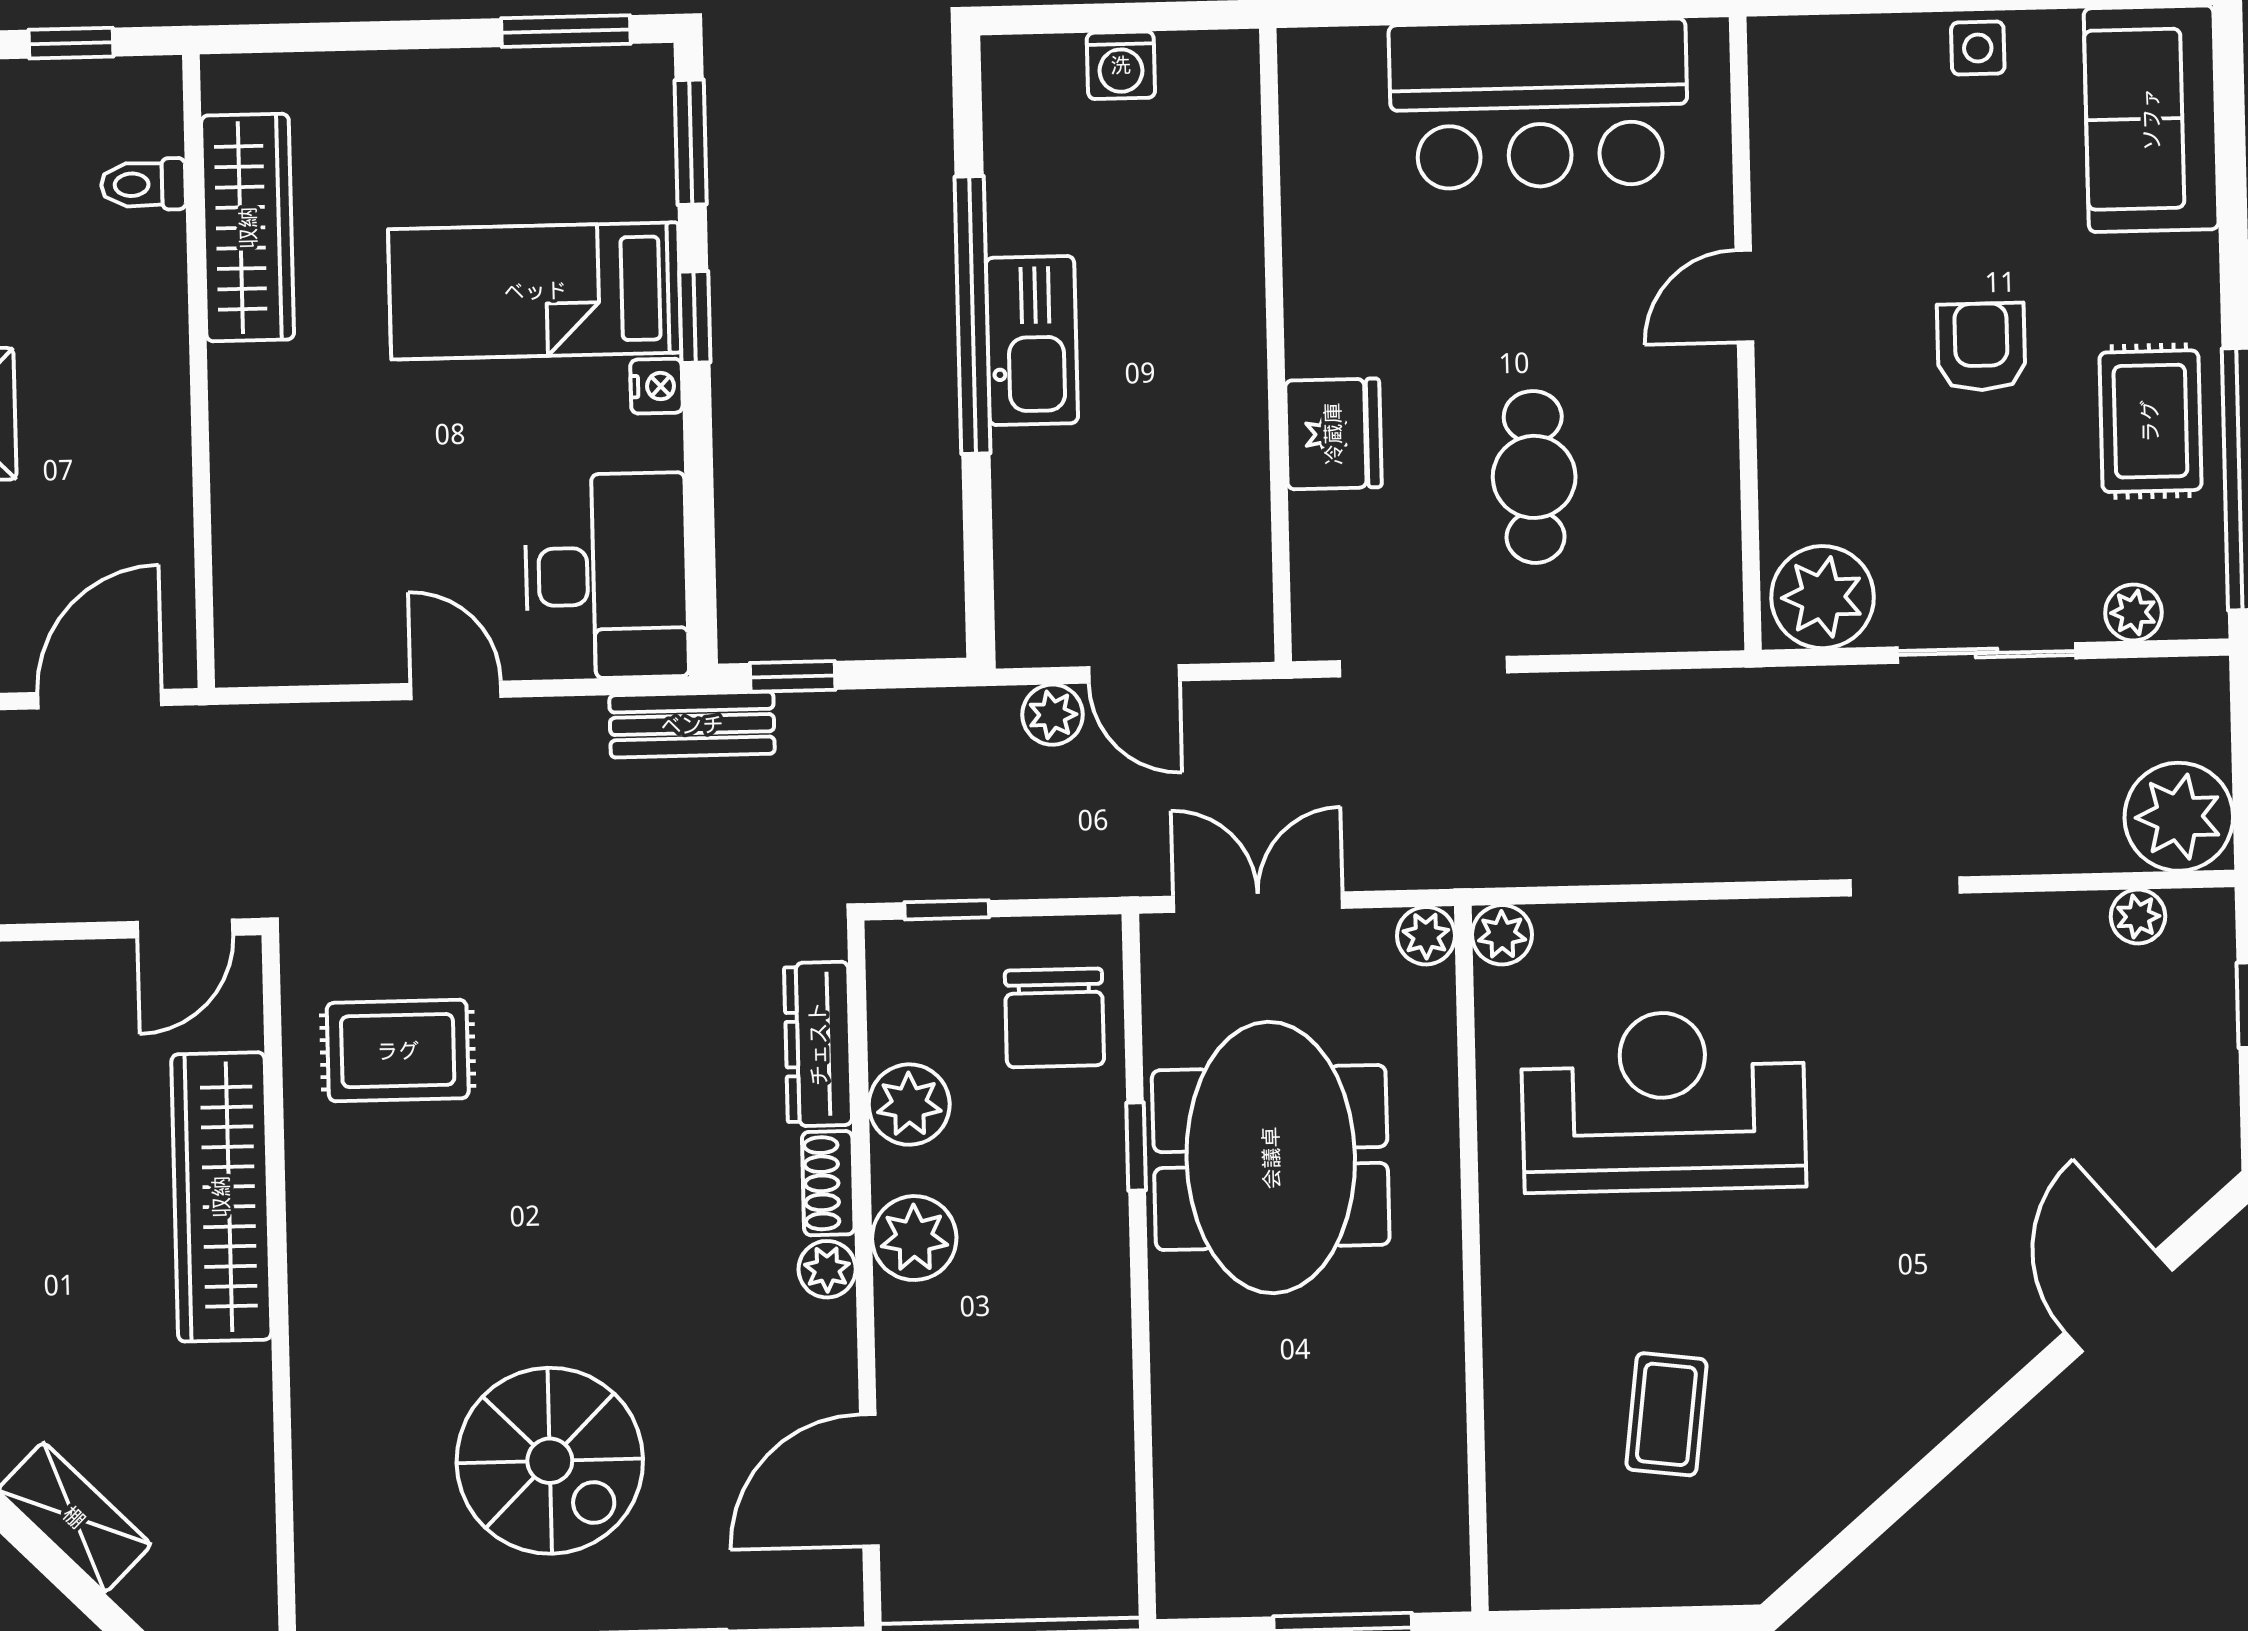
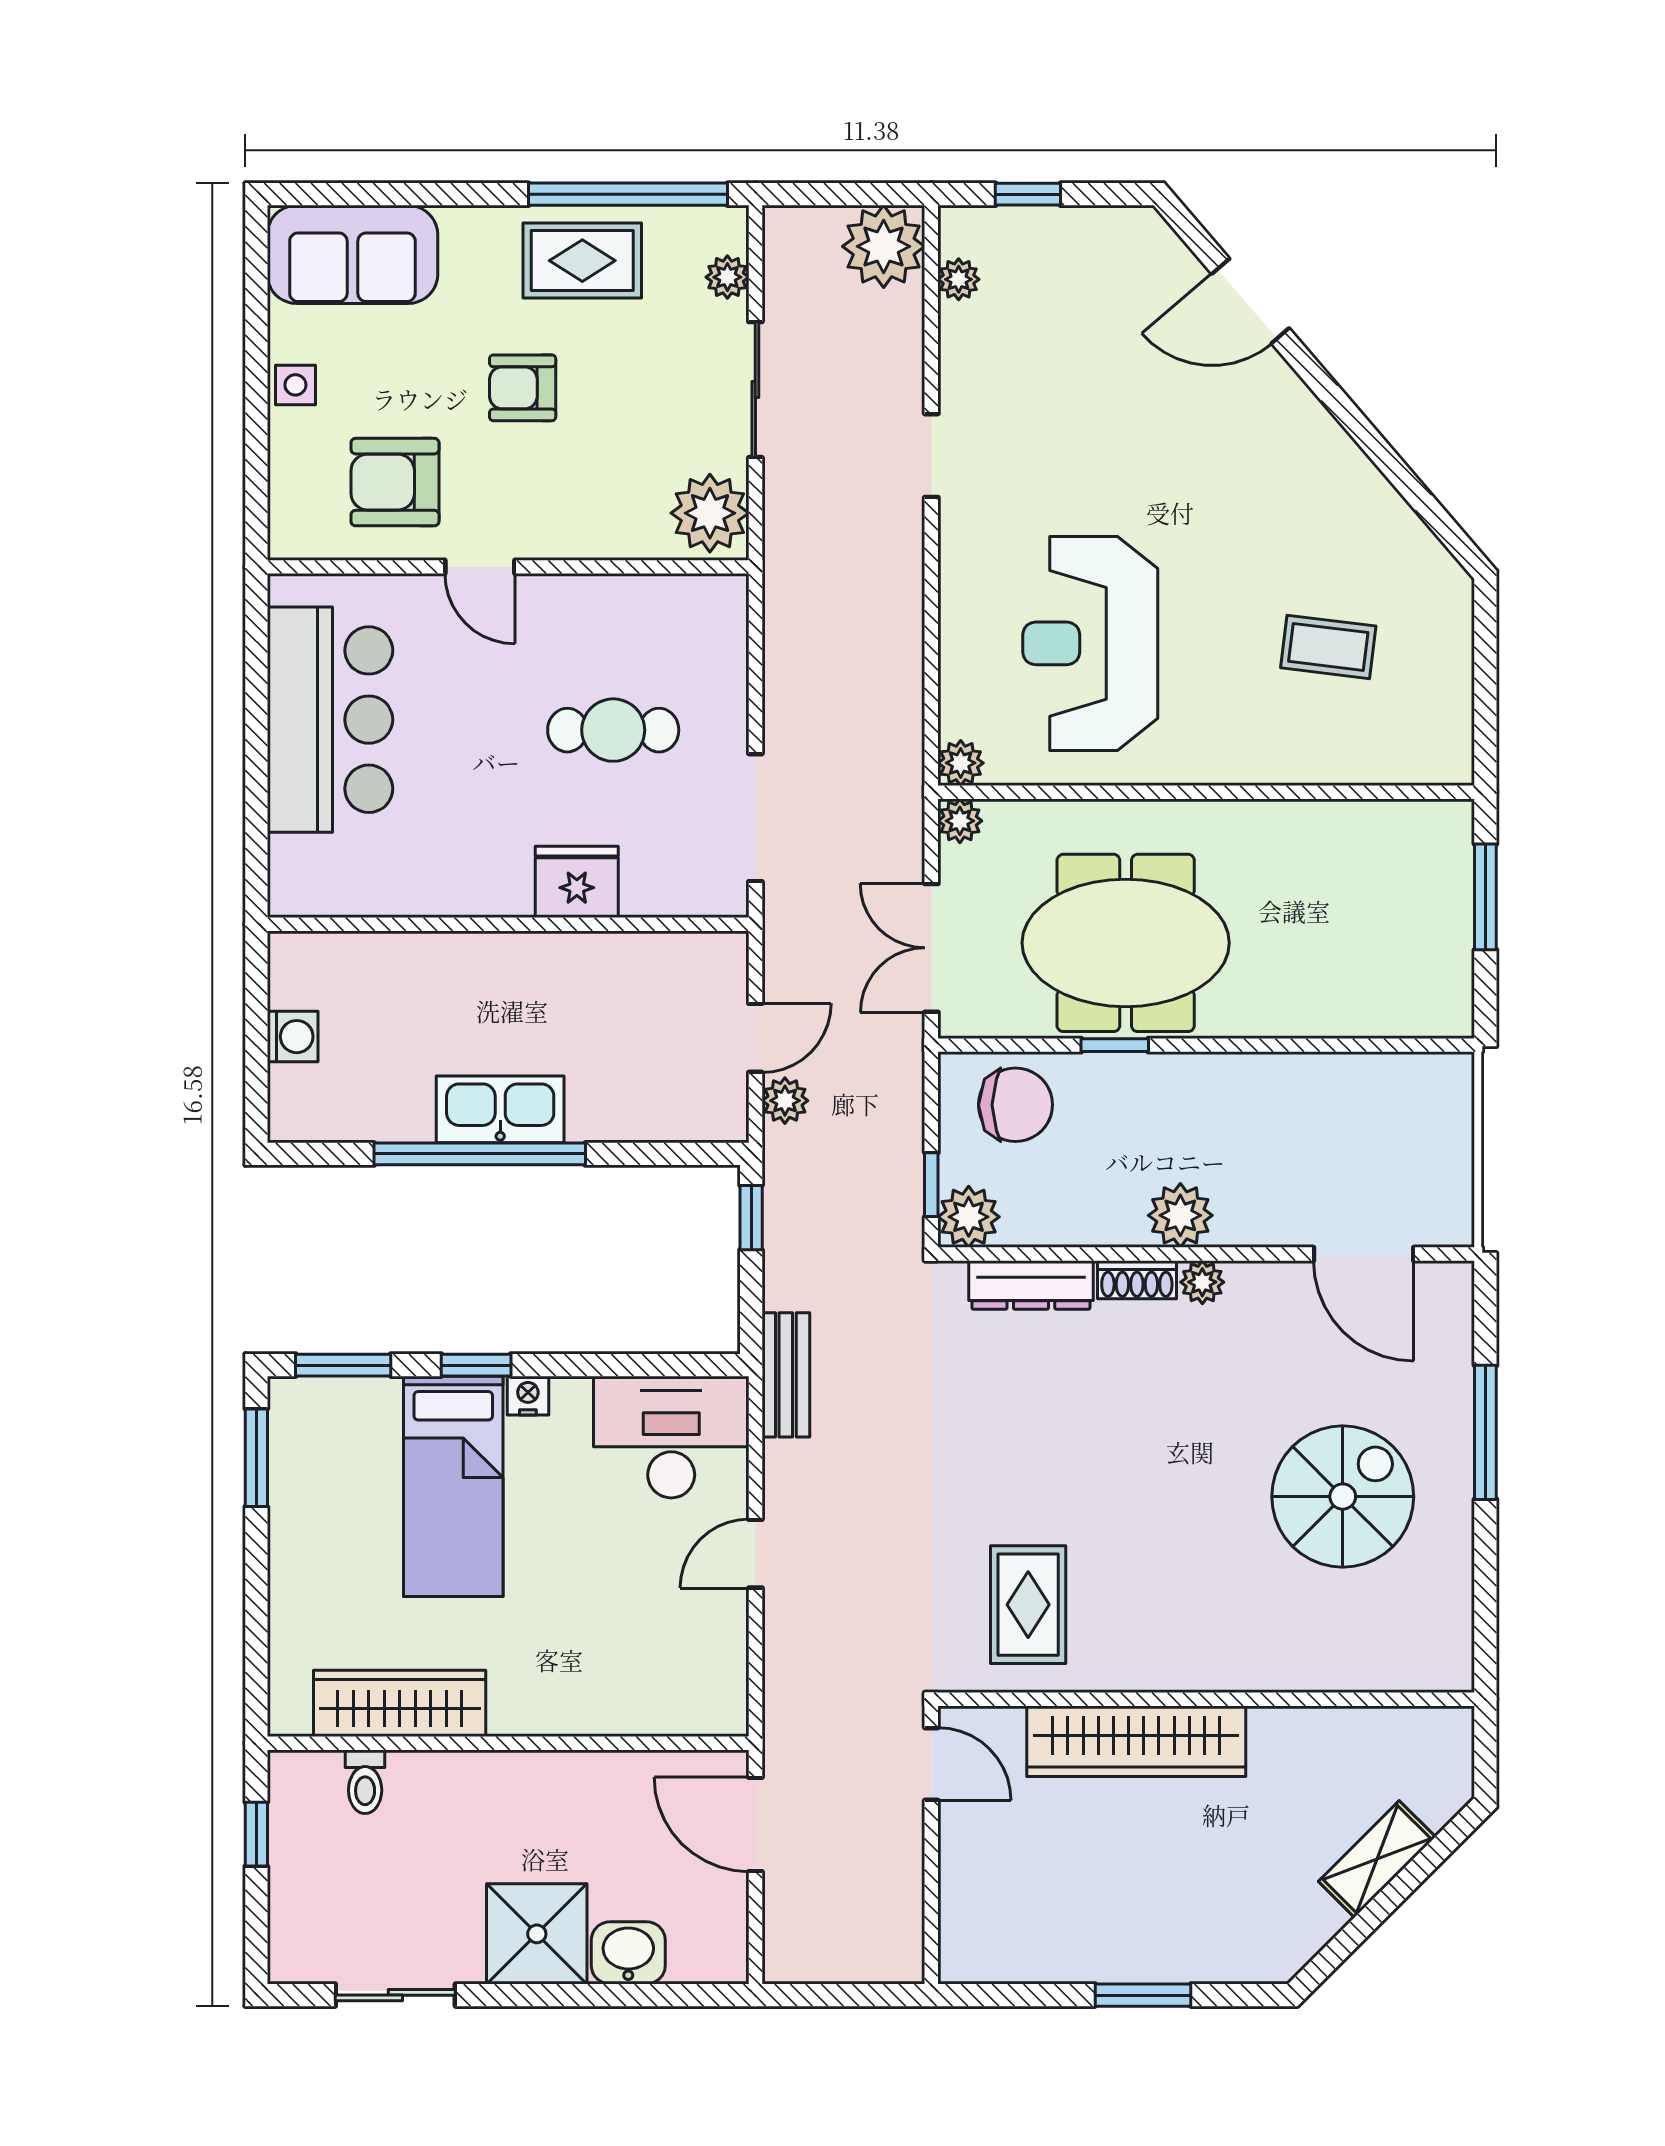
armchair: (1853, 182) -> (395, 482), added
window: (793, 676) -> (751, 1218), moved
plant: (909, 1105) -> (969, 1217), moved

